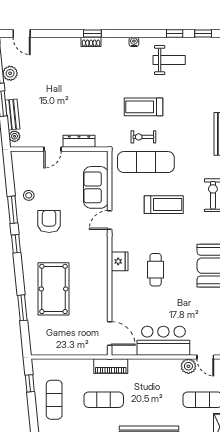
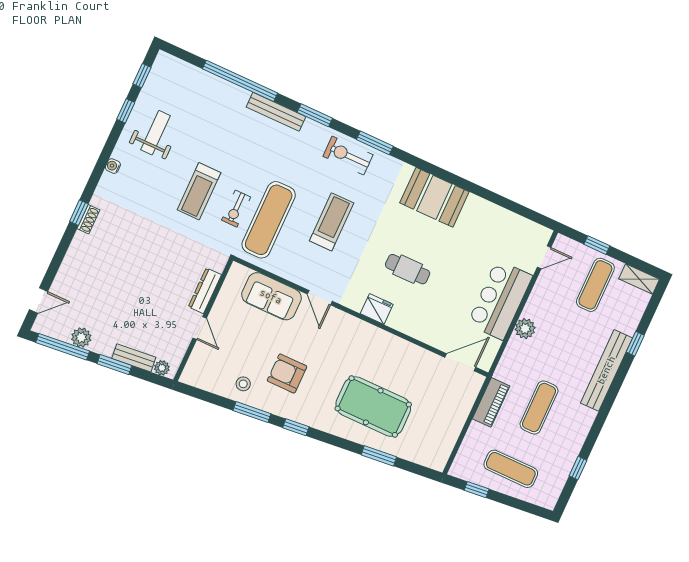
piano: (111, 366) -> (491, 402), moved
plant: (188, 366) -> (525, 329), moved

